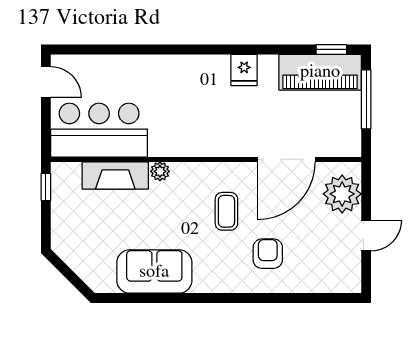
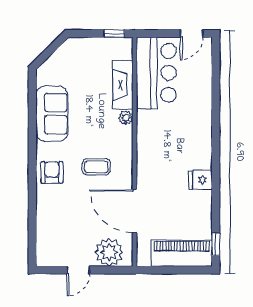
piano: (320, 72) -> (182, 253), moved, turned 90
window: (366, 99) -> (179, 270), removed
door: (366, 236) -> (78, 270), hinge flipped
armchair: (268, 254) -> (52, 172), moved, turned -90

